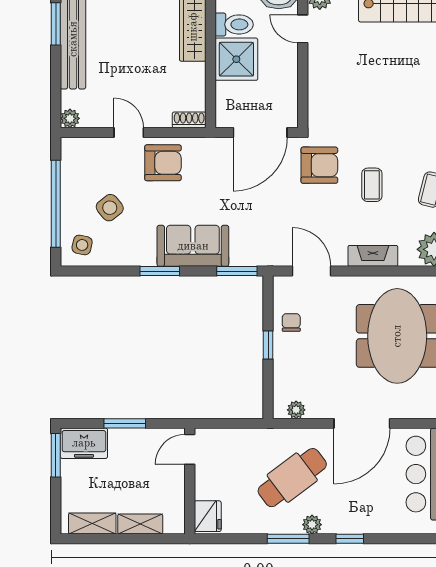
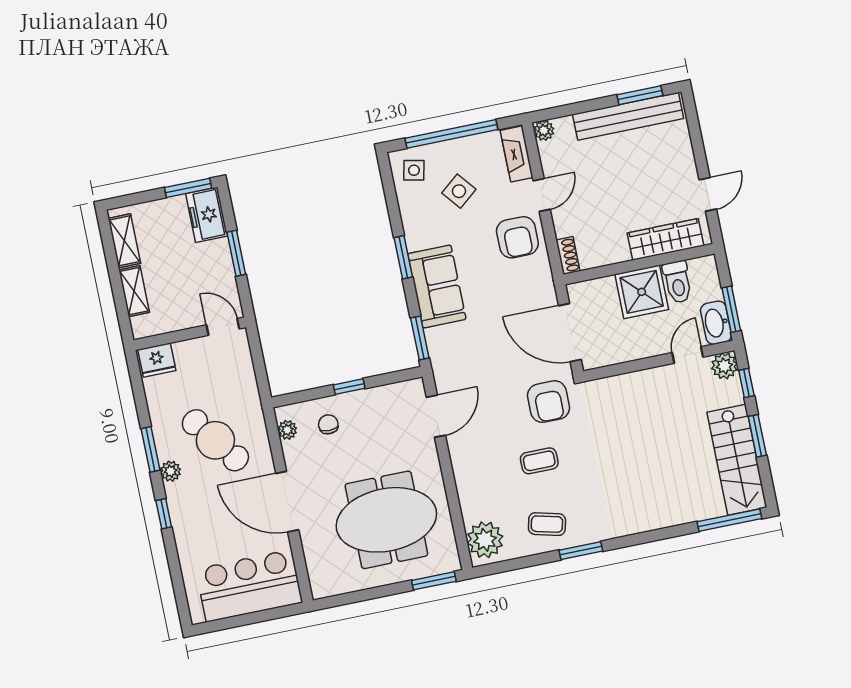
fireplace: (373, 256) -> (517, 154), moved, turned 180
chair: (291, 322) -> (328, 424), moved, turned -90

